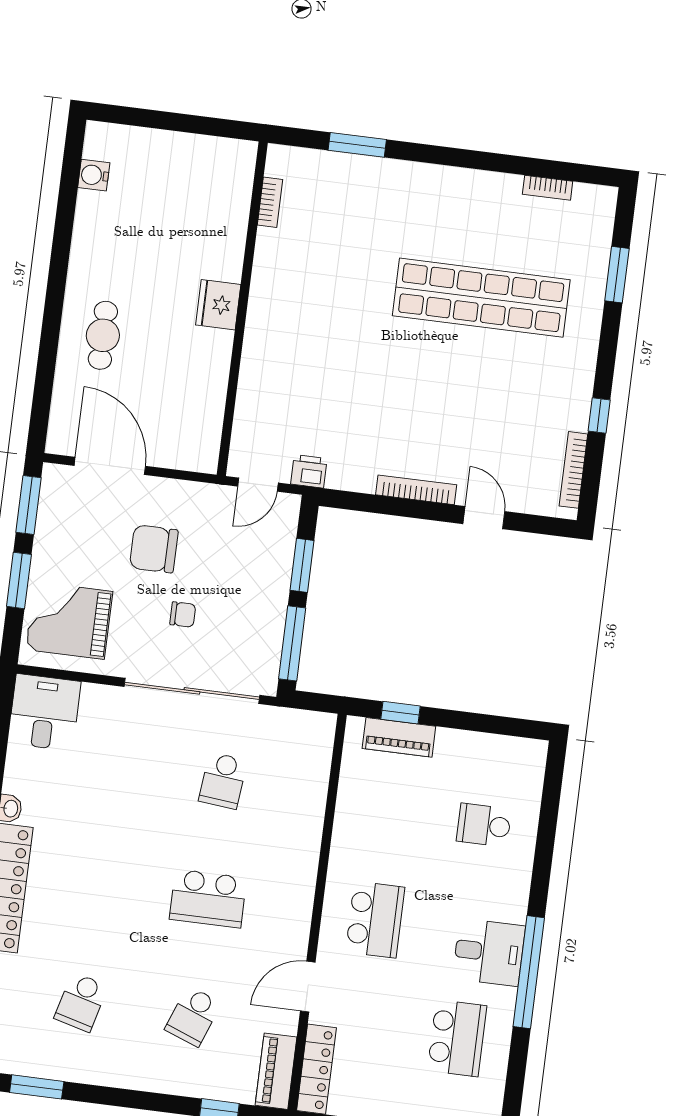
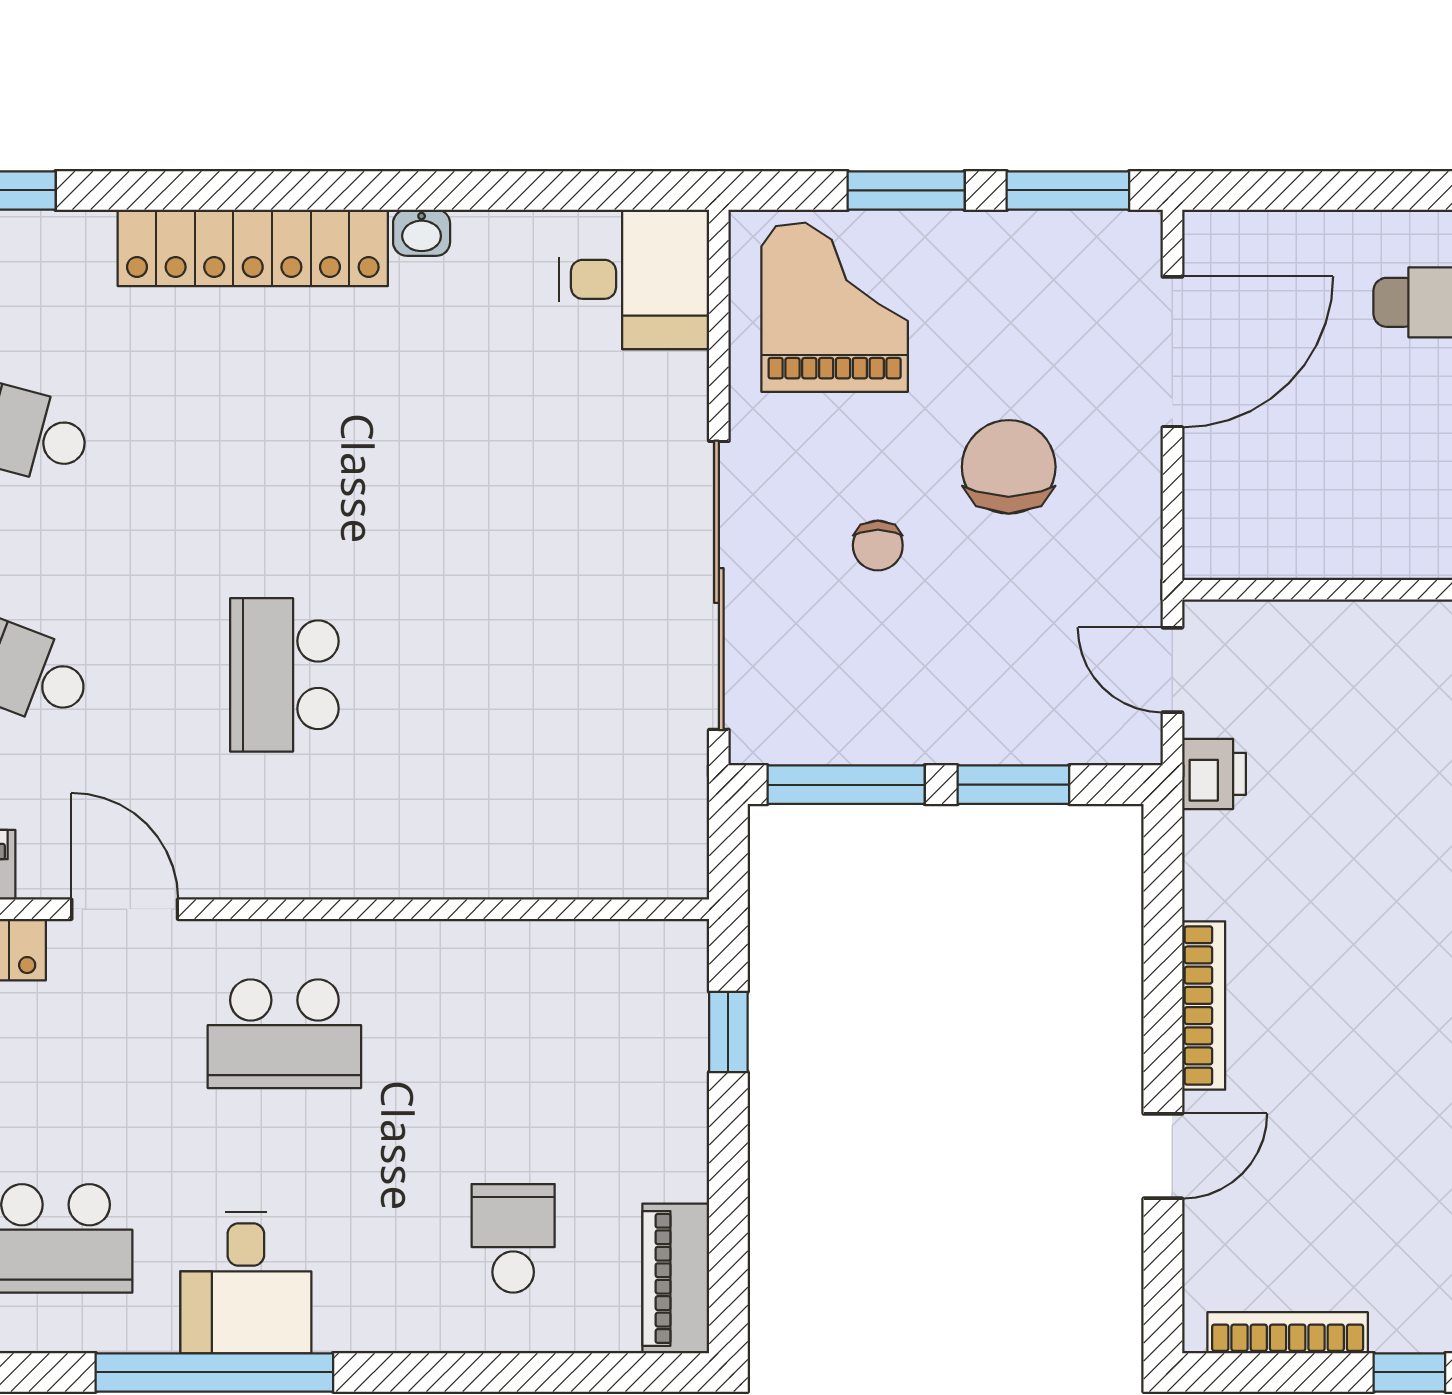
piano: (399, 737) -> (676, 1278), moved
school desk: (223, 781) -> (537, 675), removed

